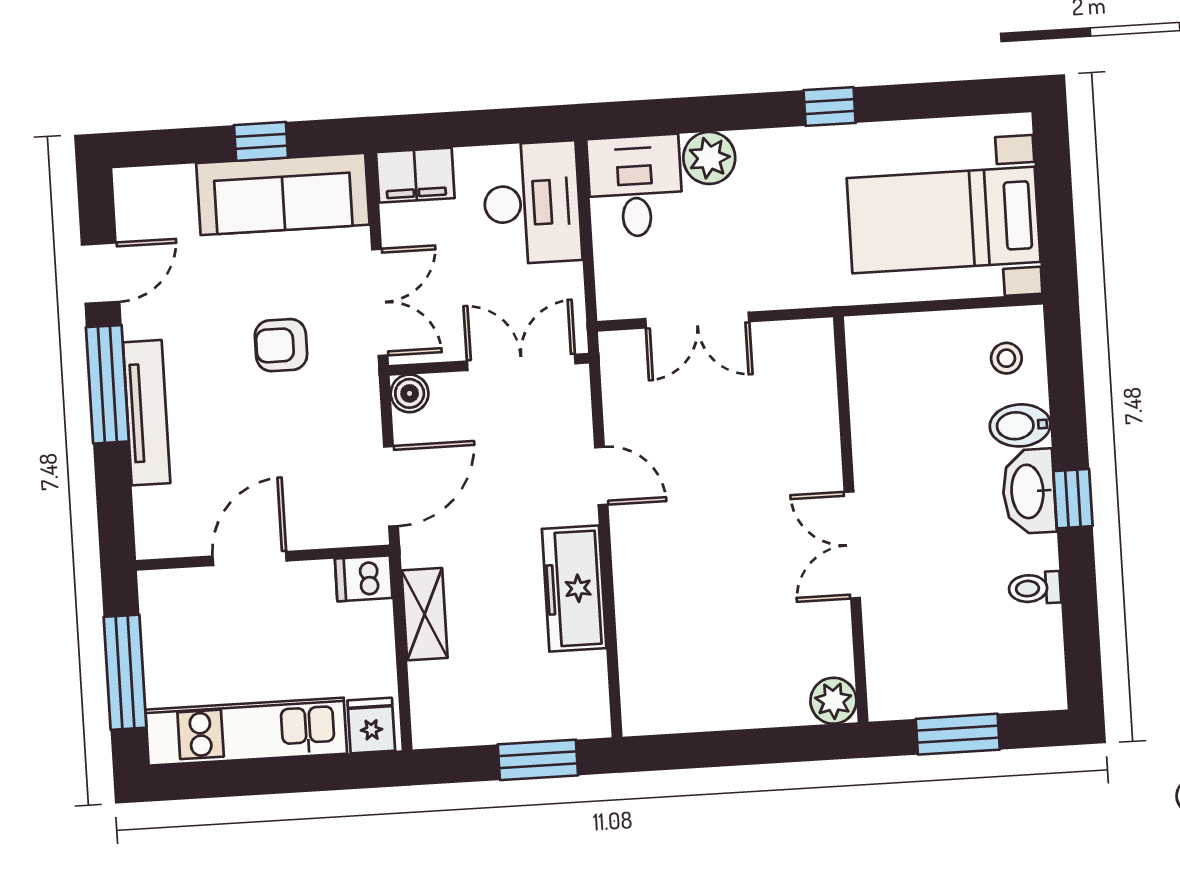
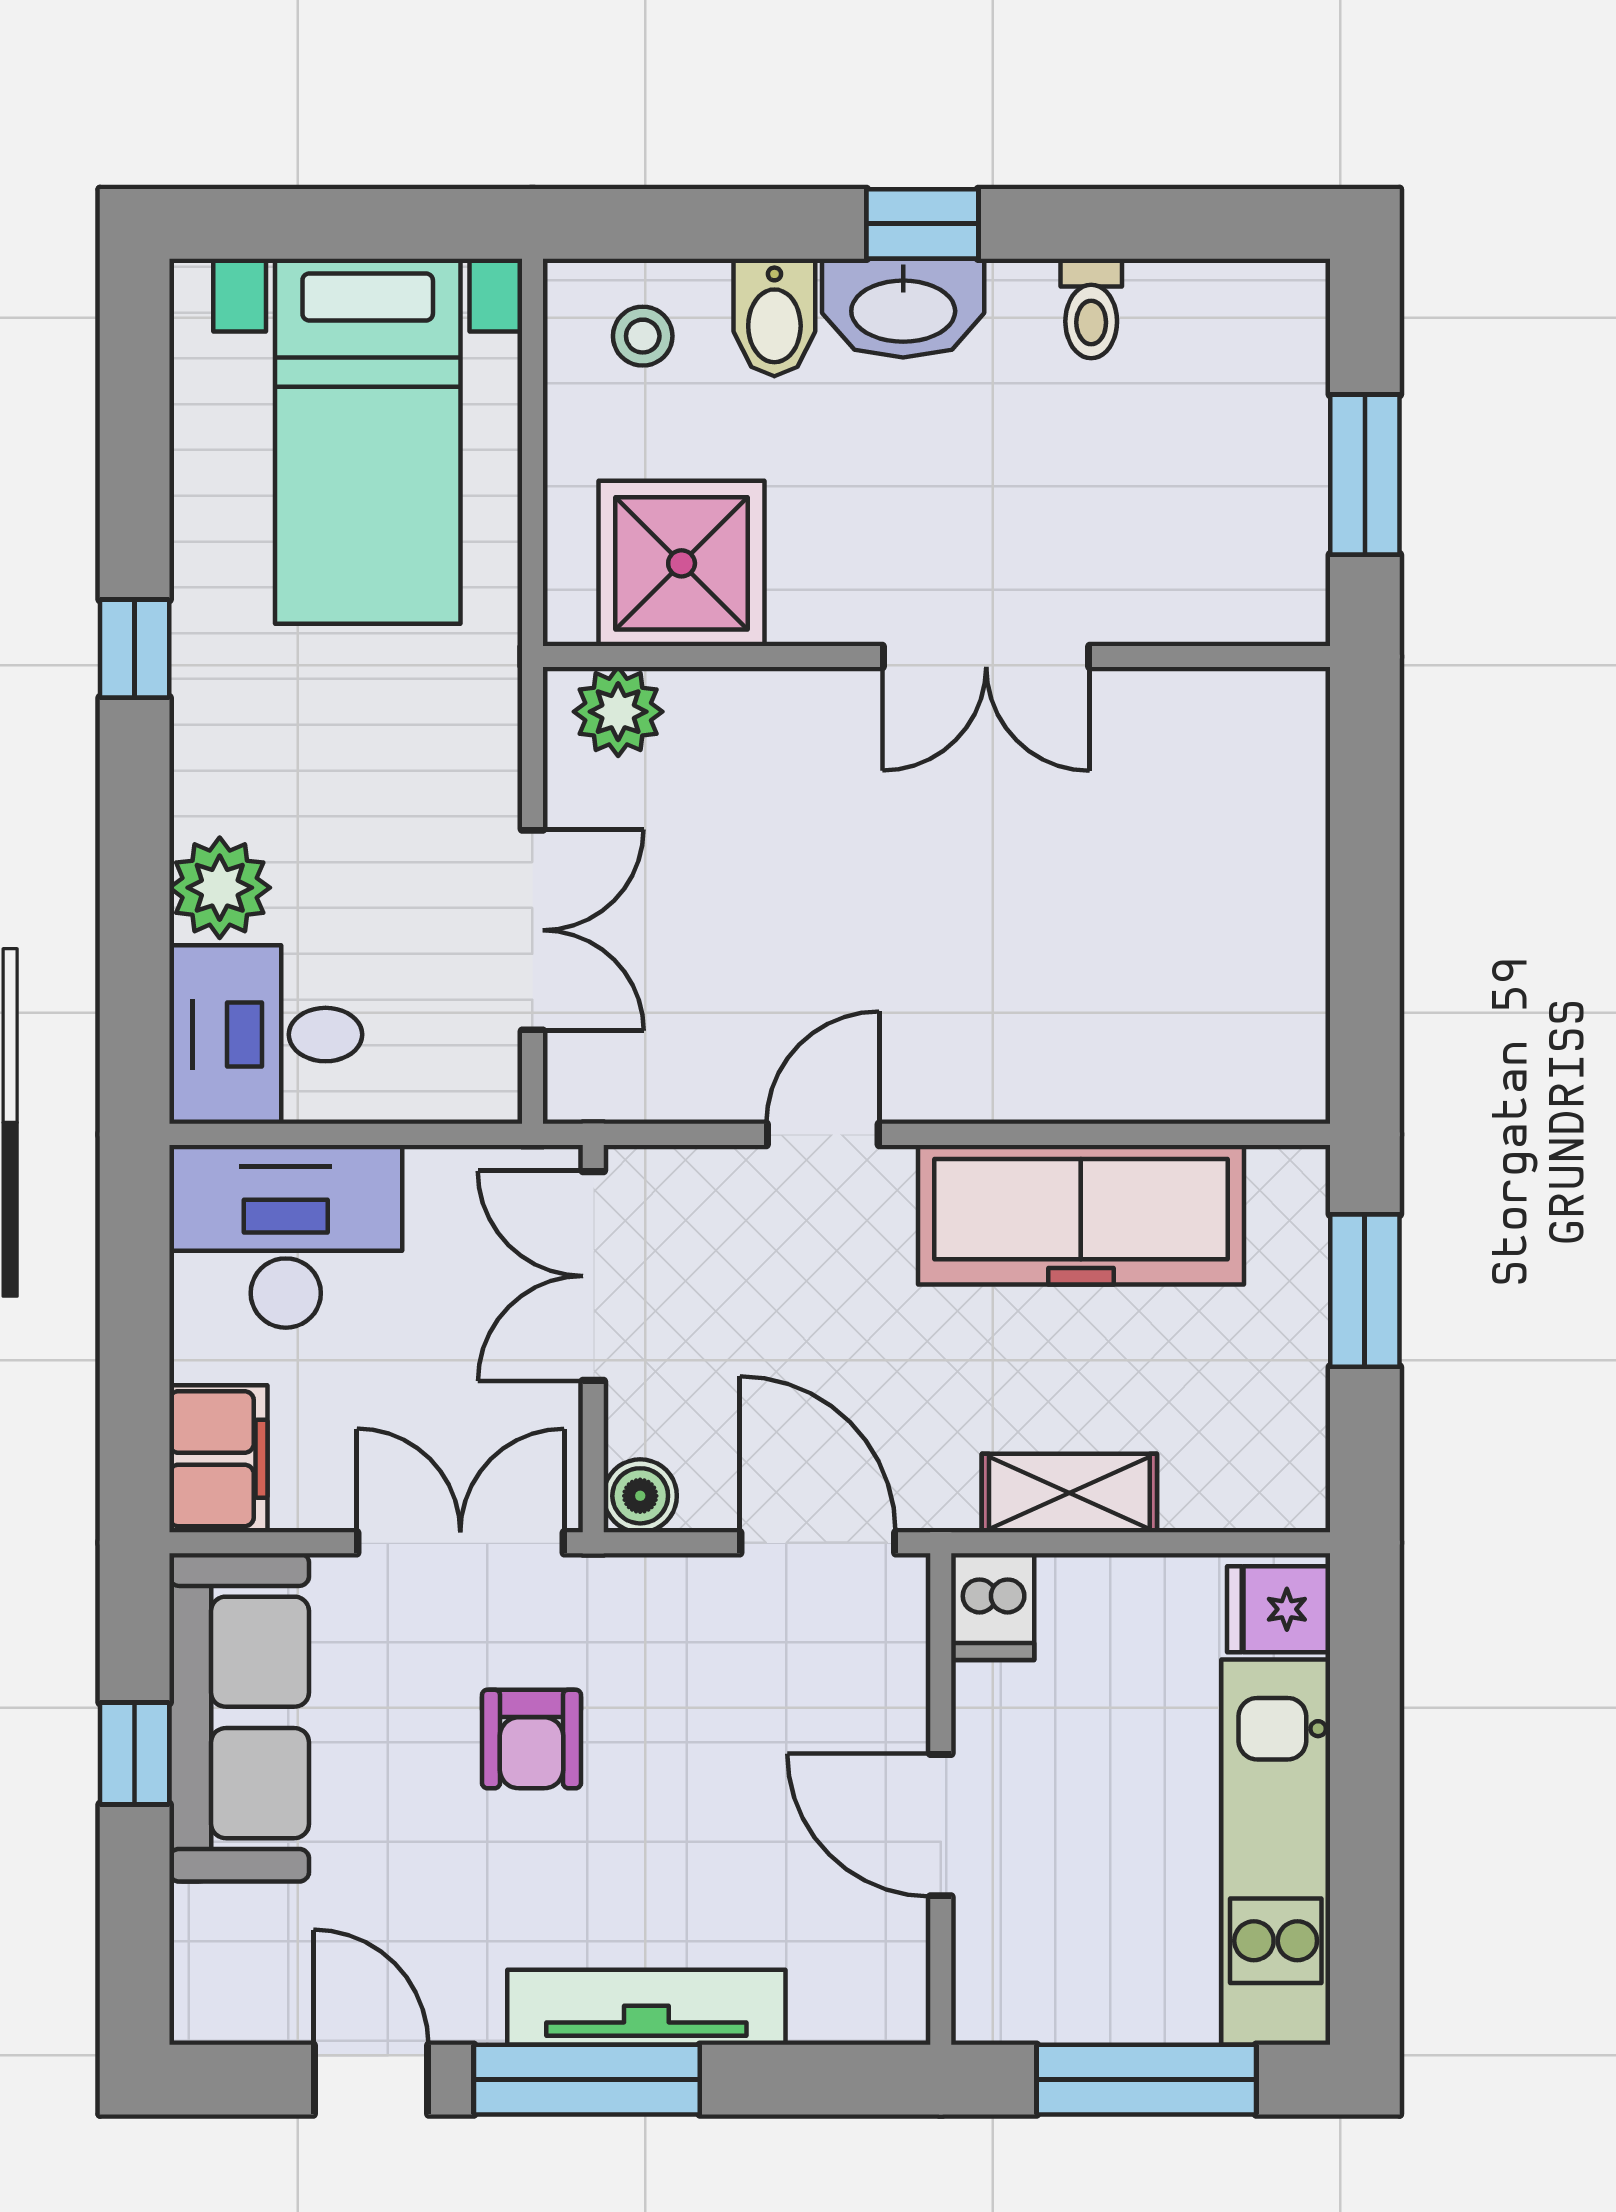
shower: (891, 385) -> (682, 563), added
freezer: (574, 589) -> (1081, 1215), width x1.36, depth x1.26
plant: (833, 701) -> (618, 712), moved

